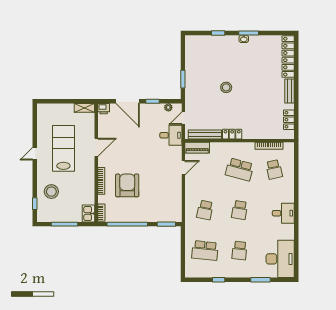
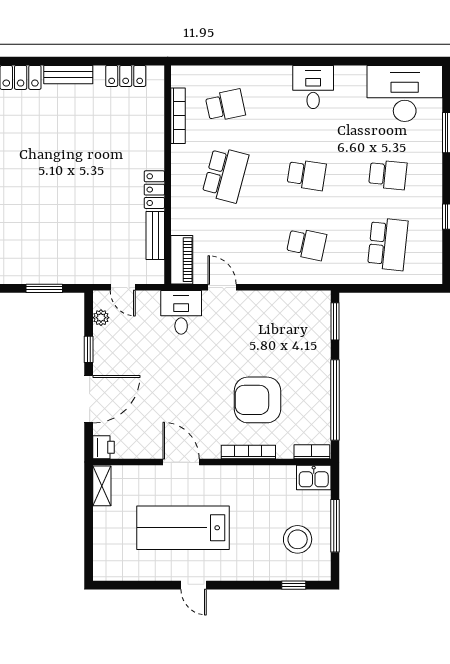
stool: (226, 87) -> (61, 202), removed
bench: (205, 134) -> (155, 235), width x0.73
desk: (171, 135) -> (181, 312), moved
stool: (51, 192) -> (298, 539), moved

